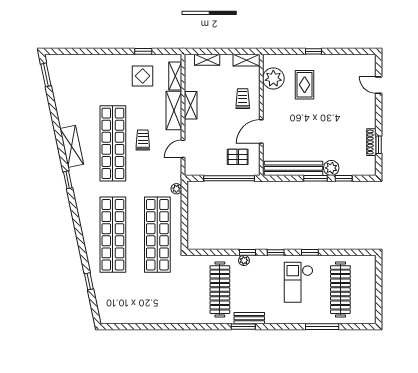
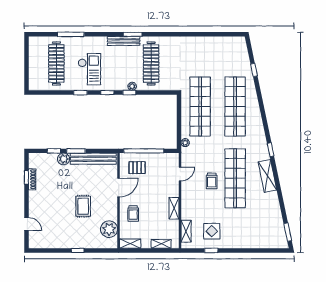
rug: (305, 85) -> (83, 206), moved
shelving: (174, 111) -> (187, 204), removed
bench: (249, 318) -> (124, 41), width x1.36

